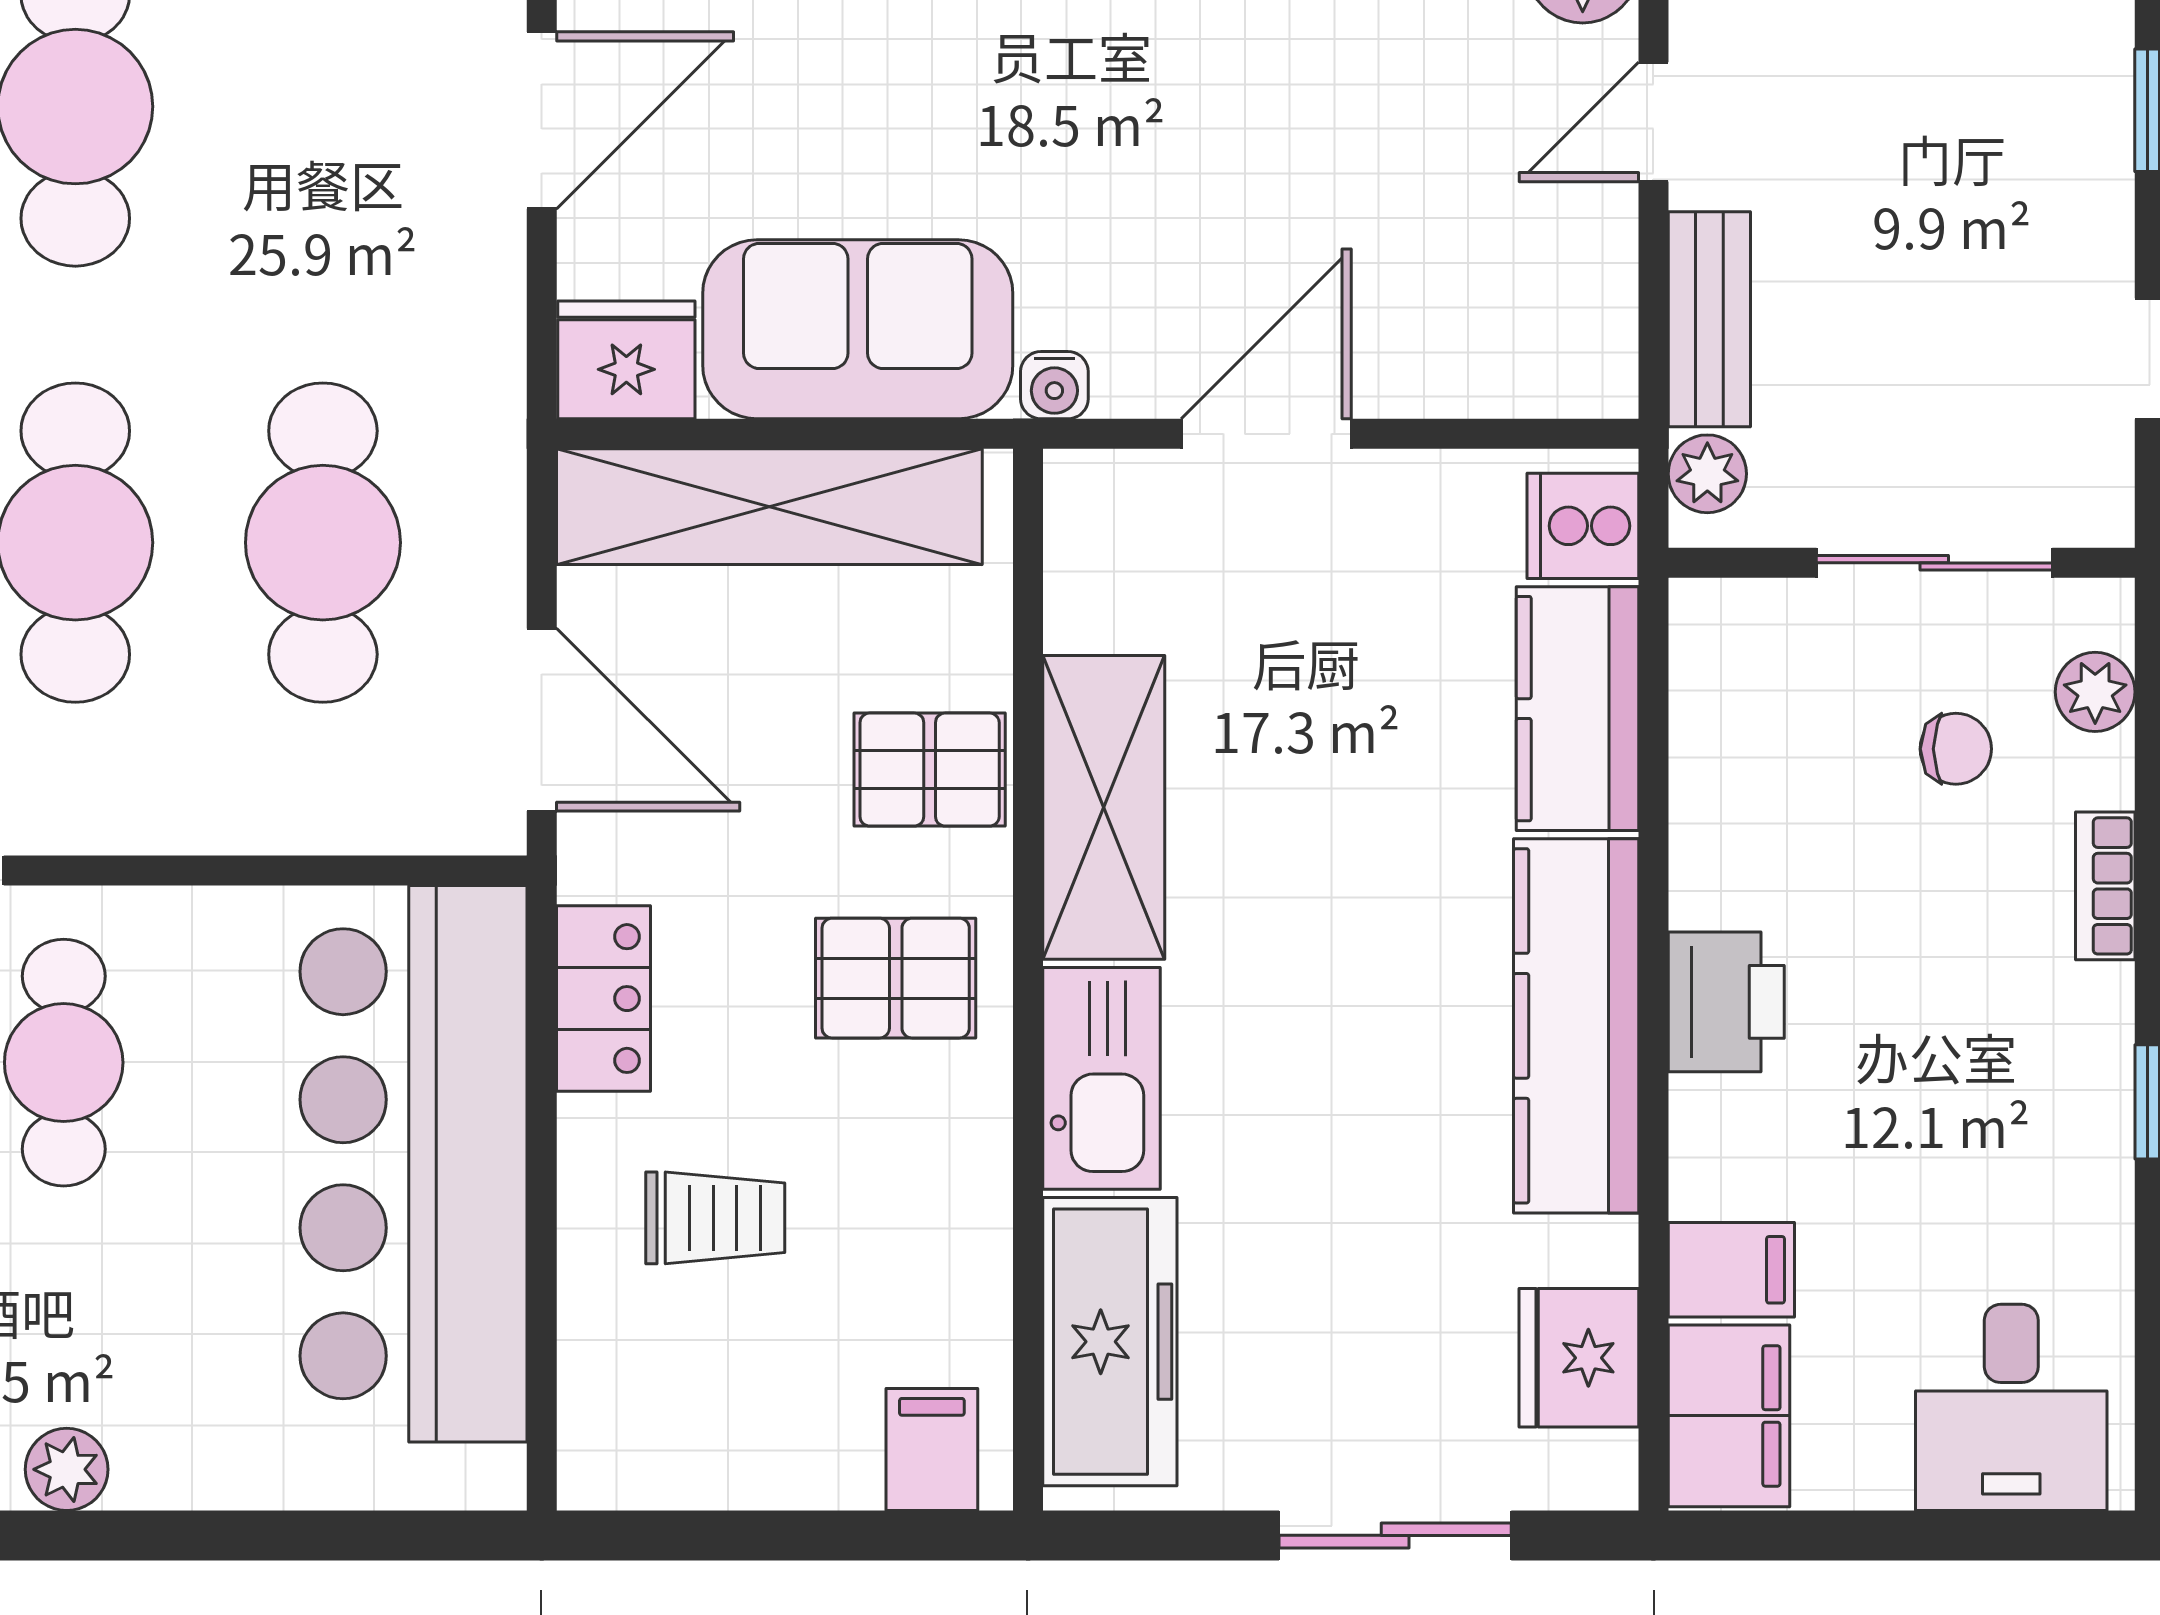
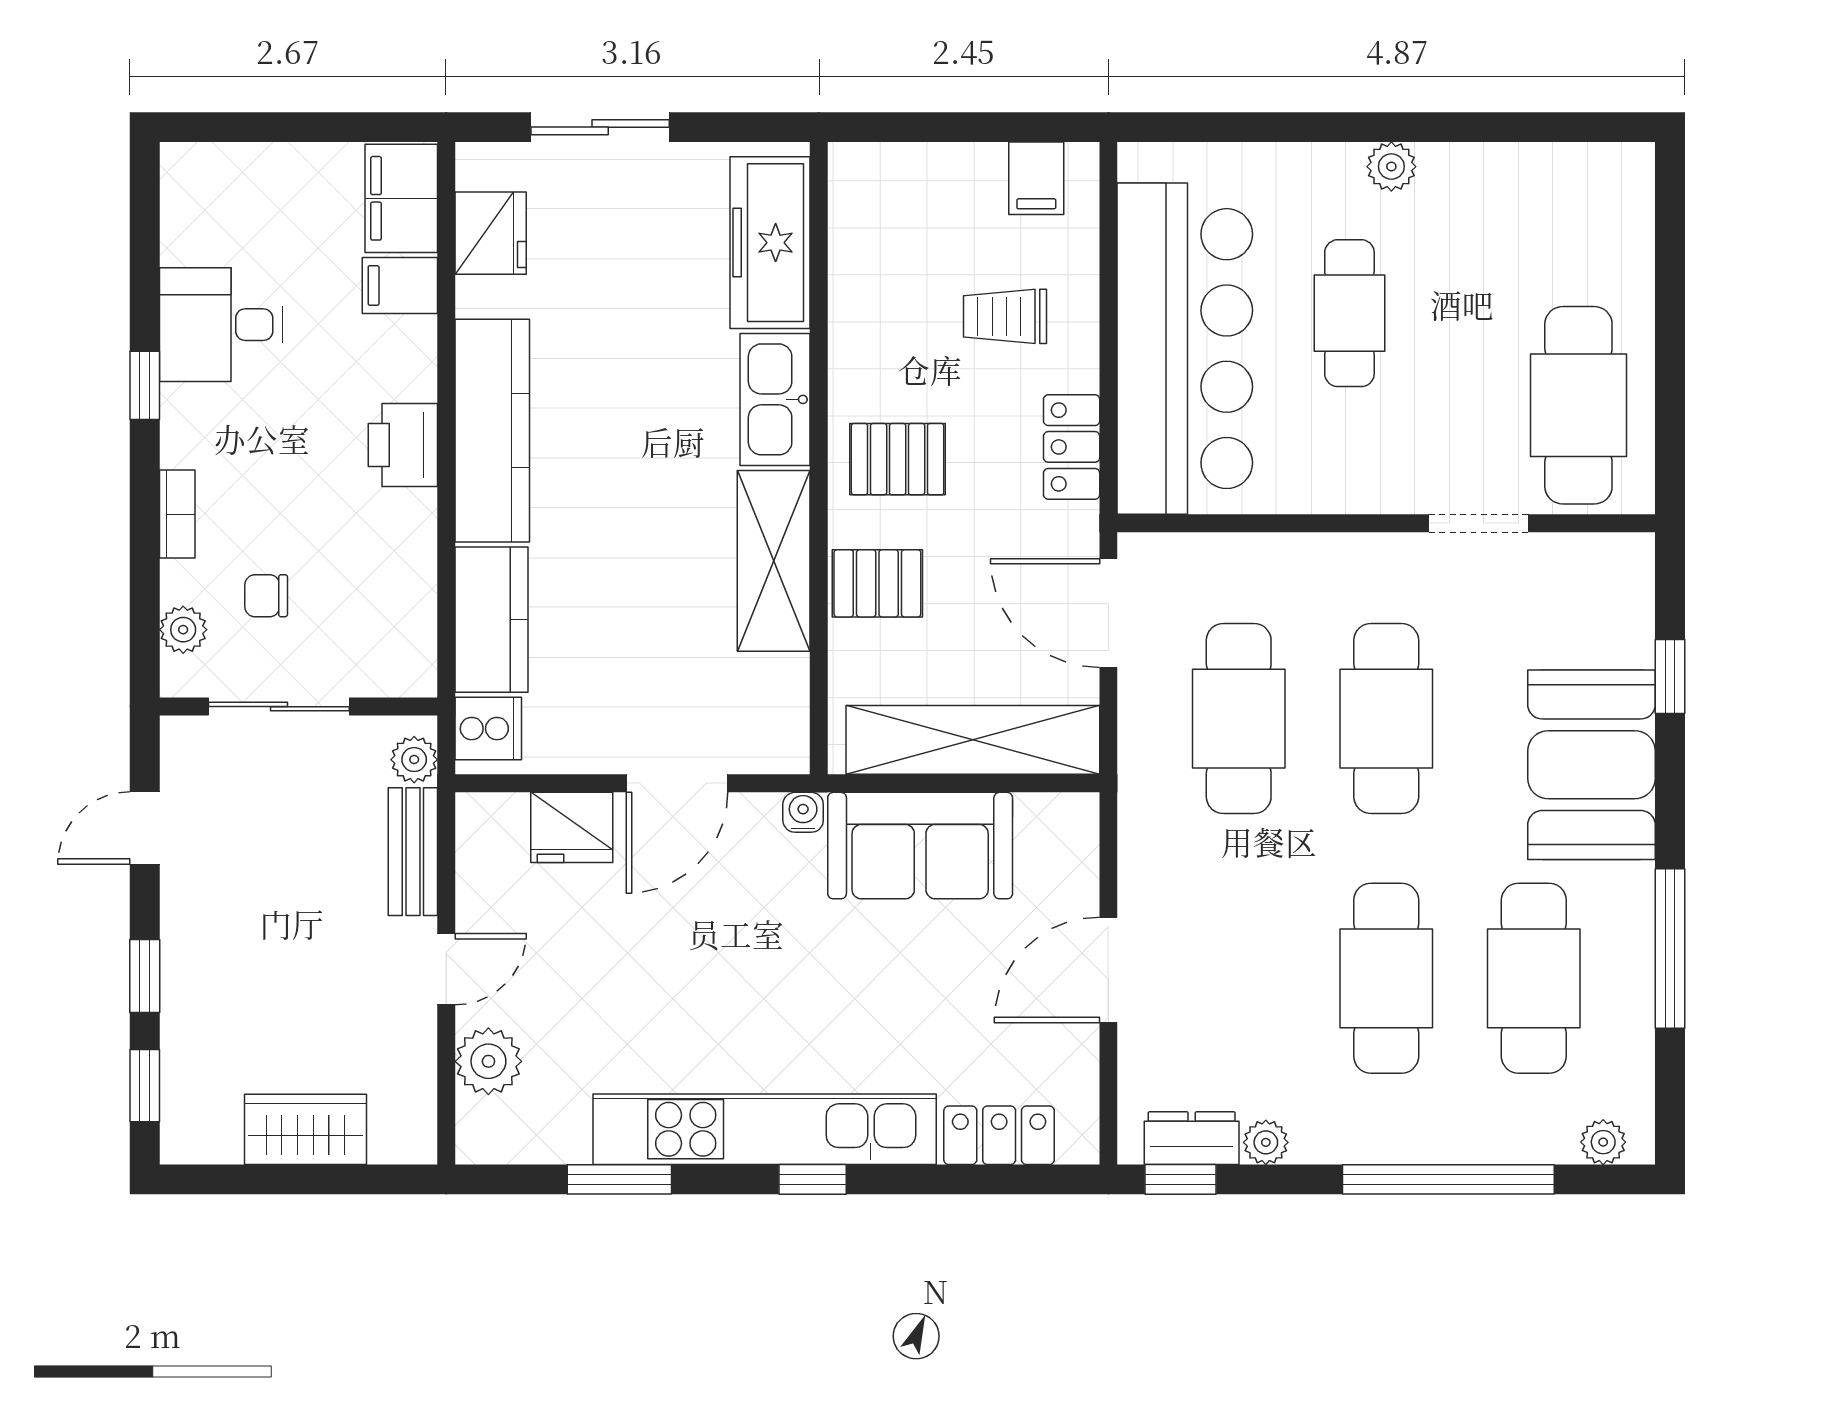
fridge: (626, 360) -> (572, 827), moved
cafe table: (64, 1063) -> (1349, 313), moved
desk: (2011, 1407) -> (221, 325), moved, turned -90
filing cabinet: (932, 1450) -> (1036, 178), moved

